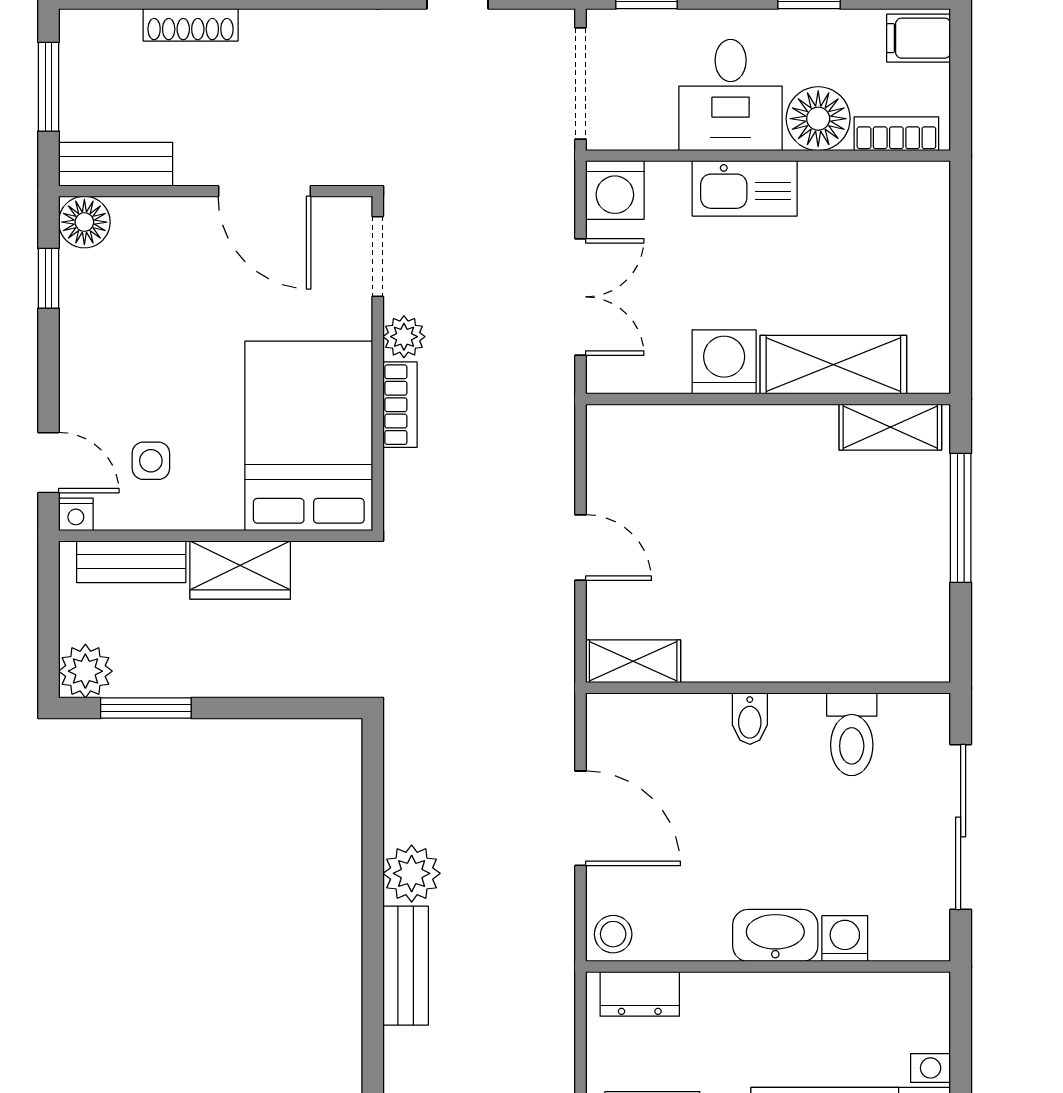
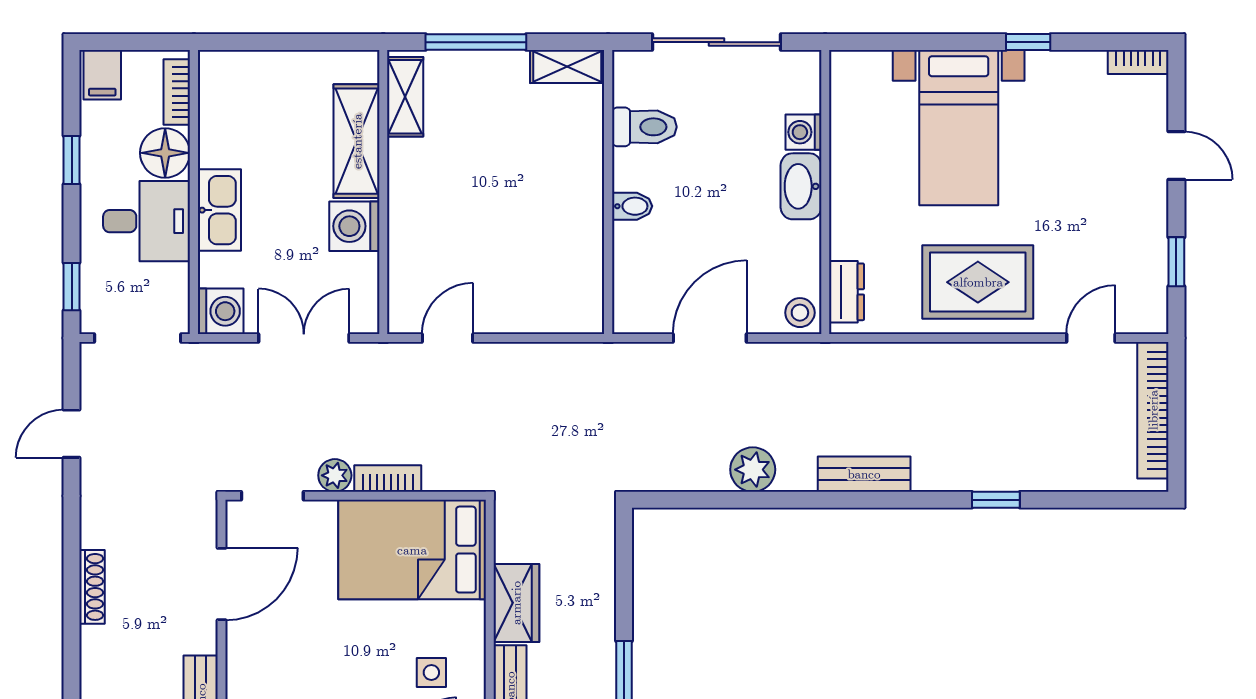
shoe rack: (191, 25) -> (92, 587), moved
door: (581, 548) -> (448, 338), moved
shelving: (633, 661) -> (567, 67), moved, turned 90
bench: (406, 966) -> (864, 474), moved

